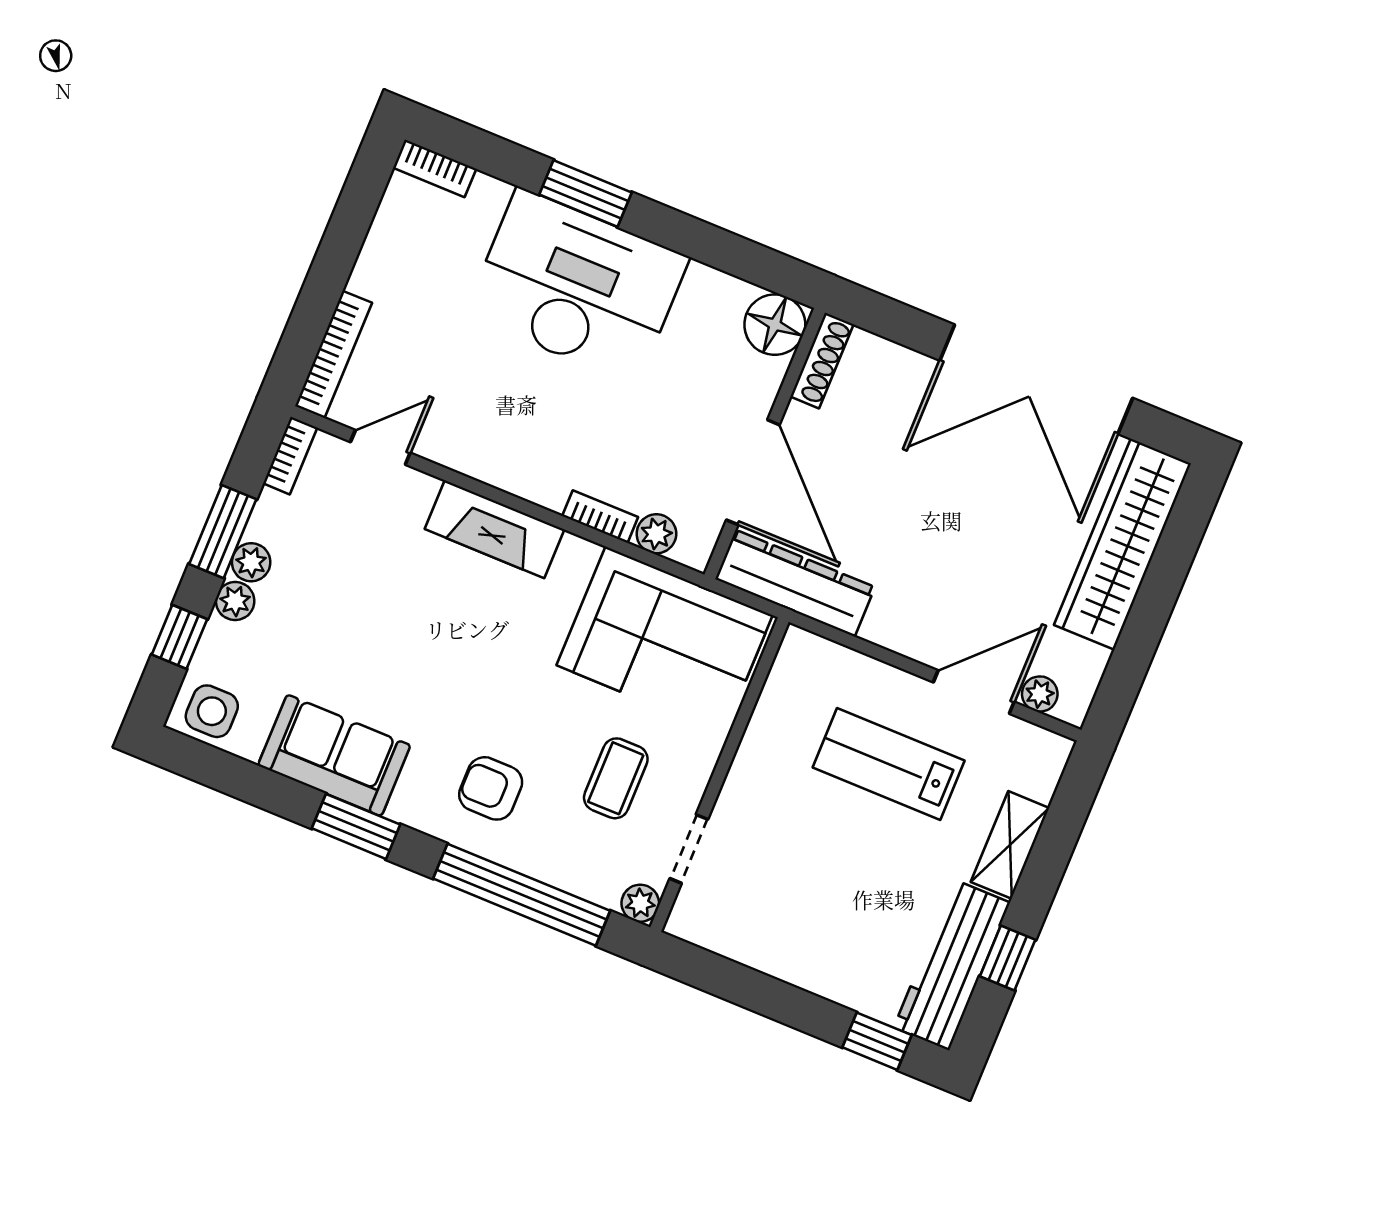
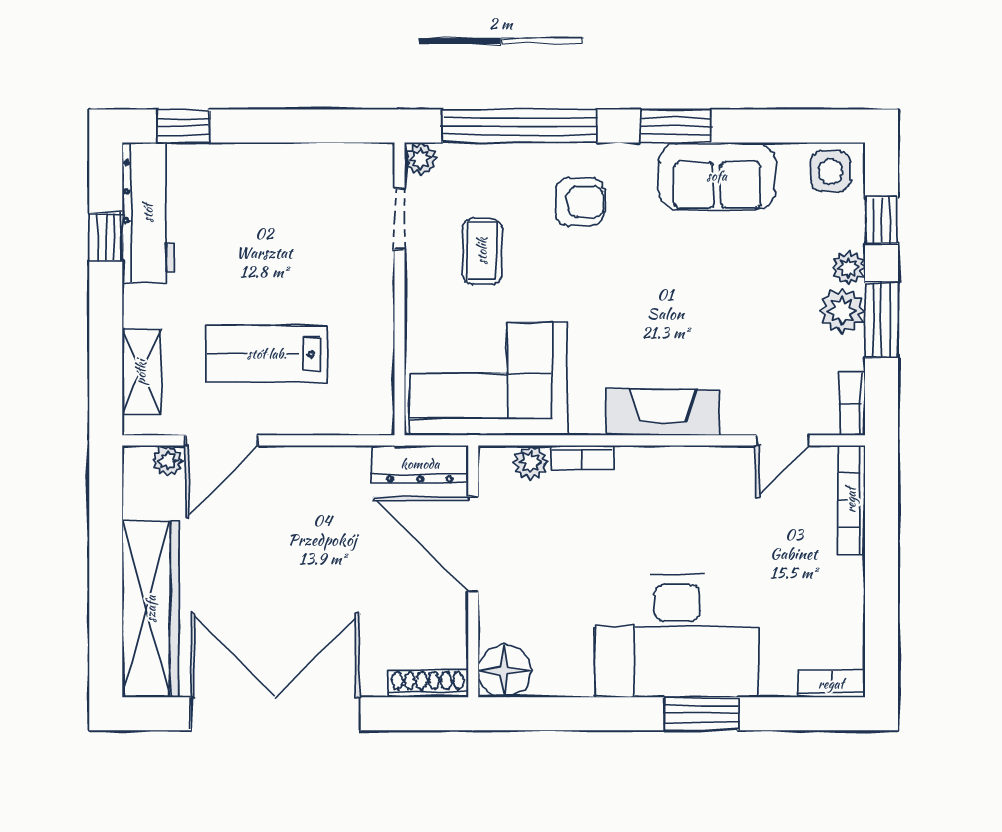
shoe rack: (822, 360) -> (428, 684), moved, turned 90
plant: (251, 562) -> (842, 311), width x1.38, depth x1.38
dresser: (795, 583) -> (420, 464), width x0.73, depth x0.80
lab bench: (889, 764) -> (267, 354), turned 180
shelving: (1010, 845) -> (141, 372), moved

